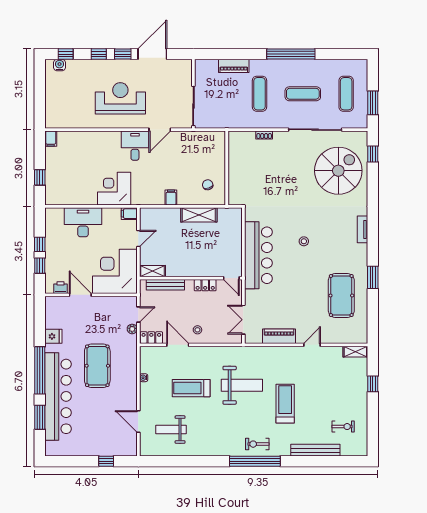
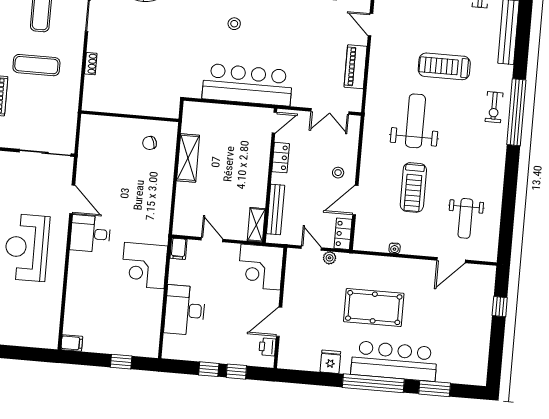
filing cabinet: (171, 198) -> (162, 192), removed
corner desk: (115, 271) -> (261, 267), width x0.74, depth x0.74
bar counter: (58, 396) -> (394, 361), width x0.73

